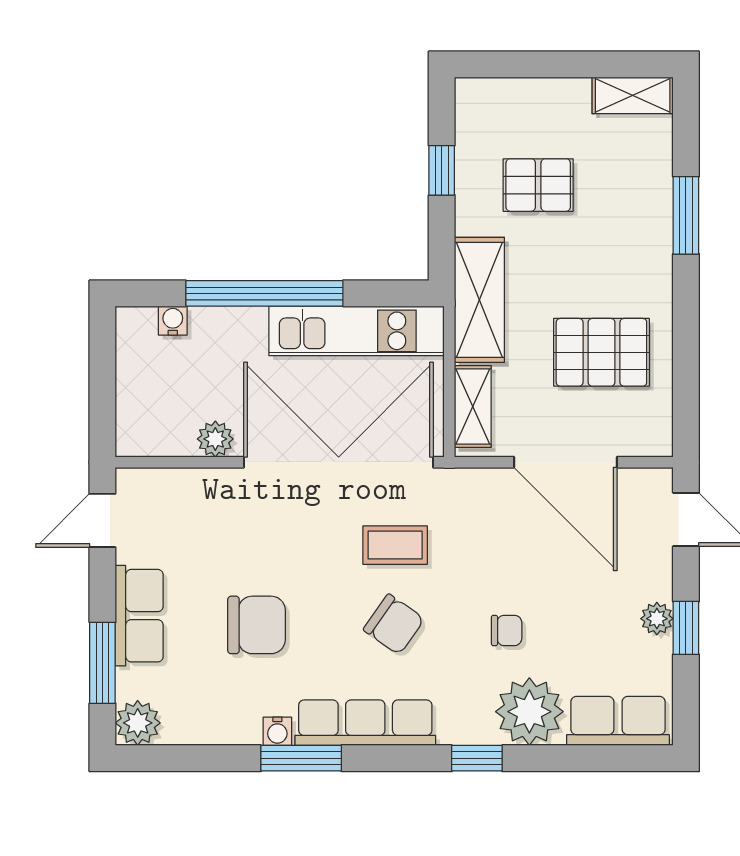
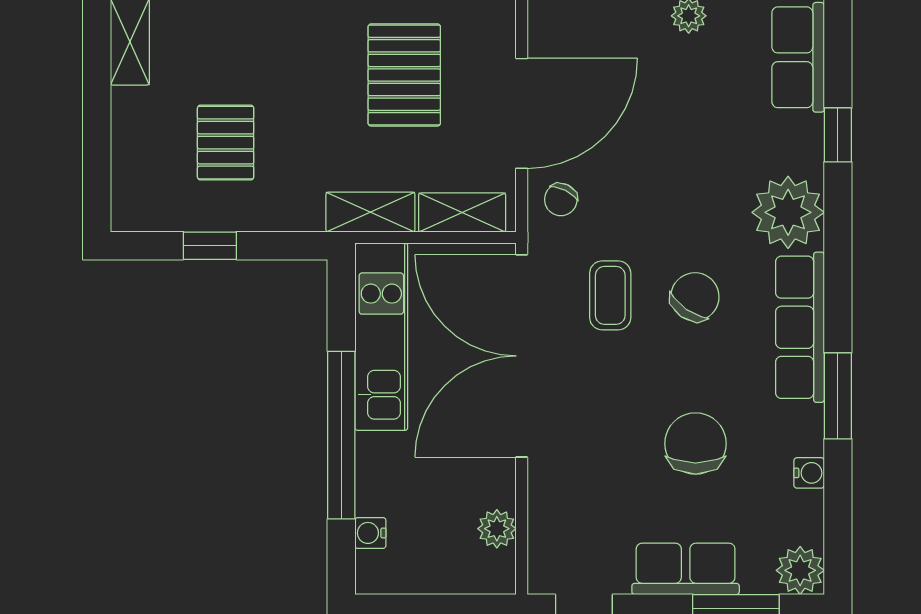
shelving: (479, 300) -> (370, 212), width x0.67, depth x0.75
plant: (215, 439) -> (497, 529), moved
chair: (507, 630) -> (561, 200), moved, turned -153
plant: (529, 712) -> (788, 212), moved
water cooler: (277, 731) -> (809, 473), moved
window: (477, 758) -> (838, 135), moved

